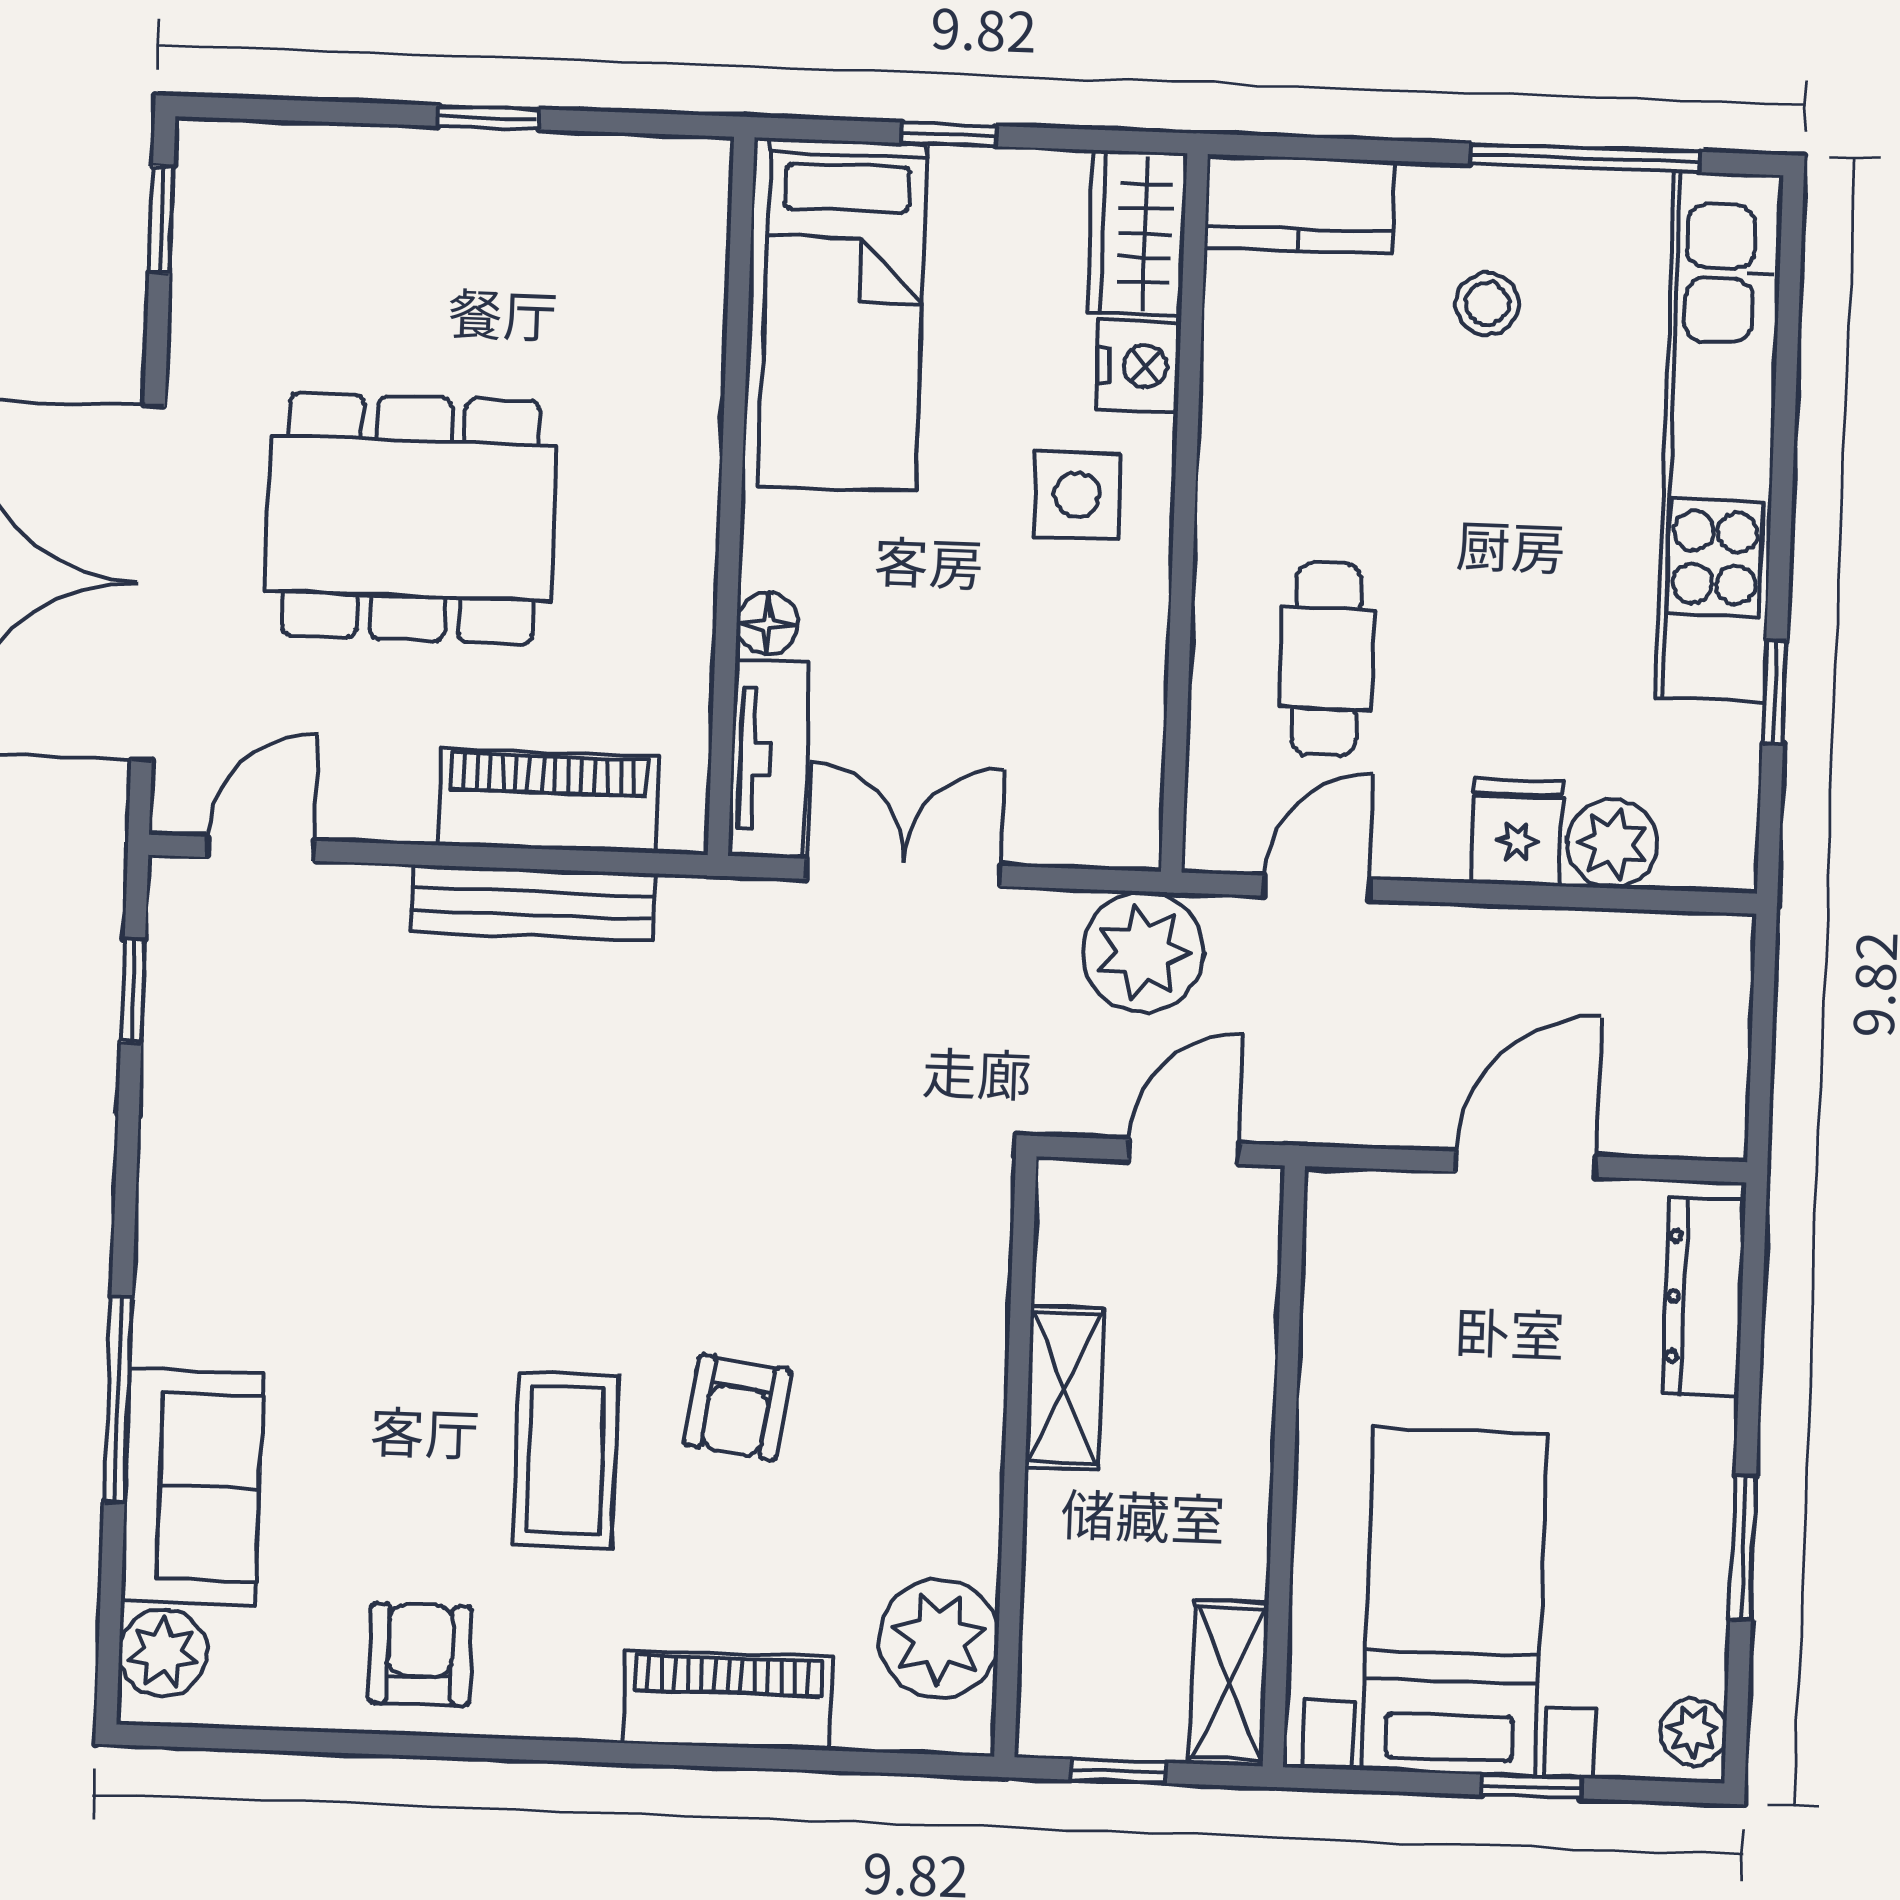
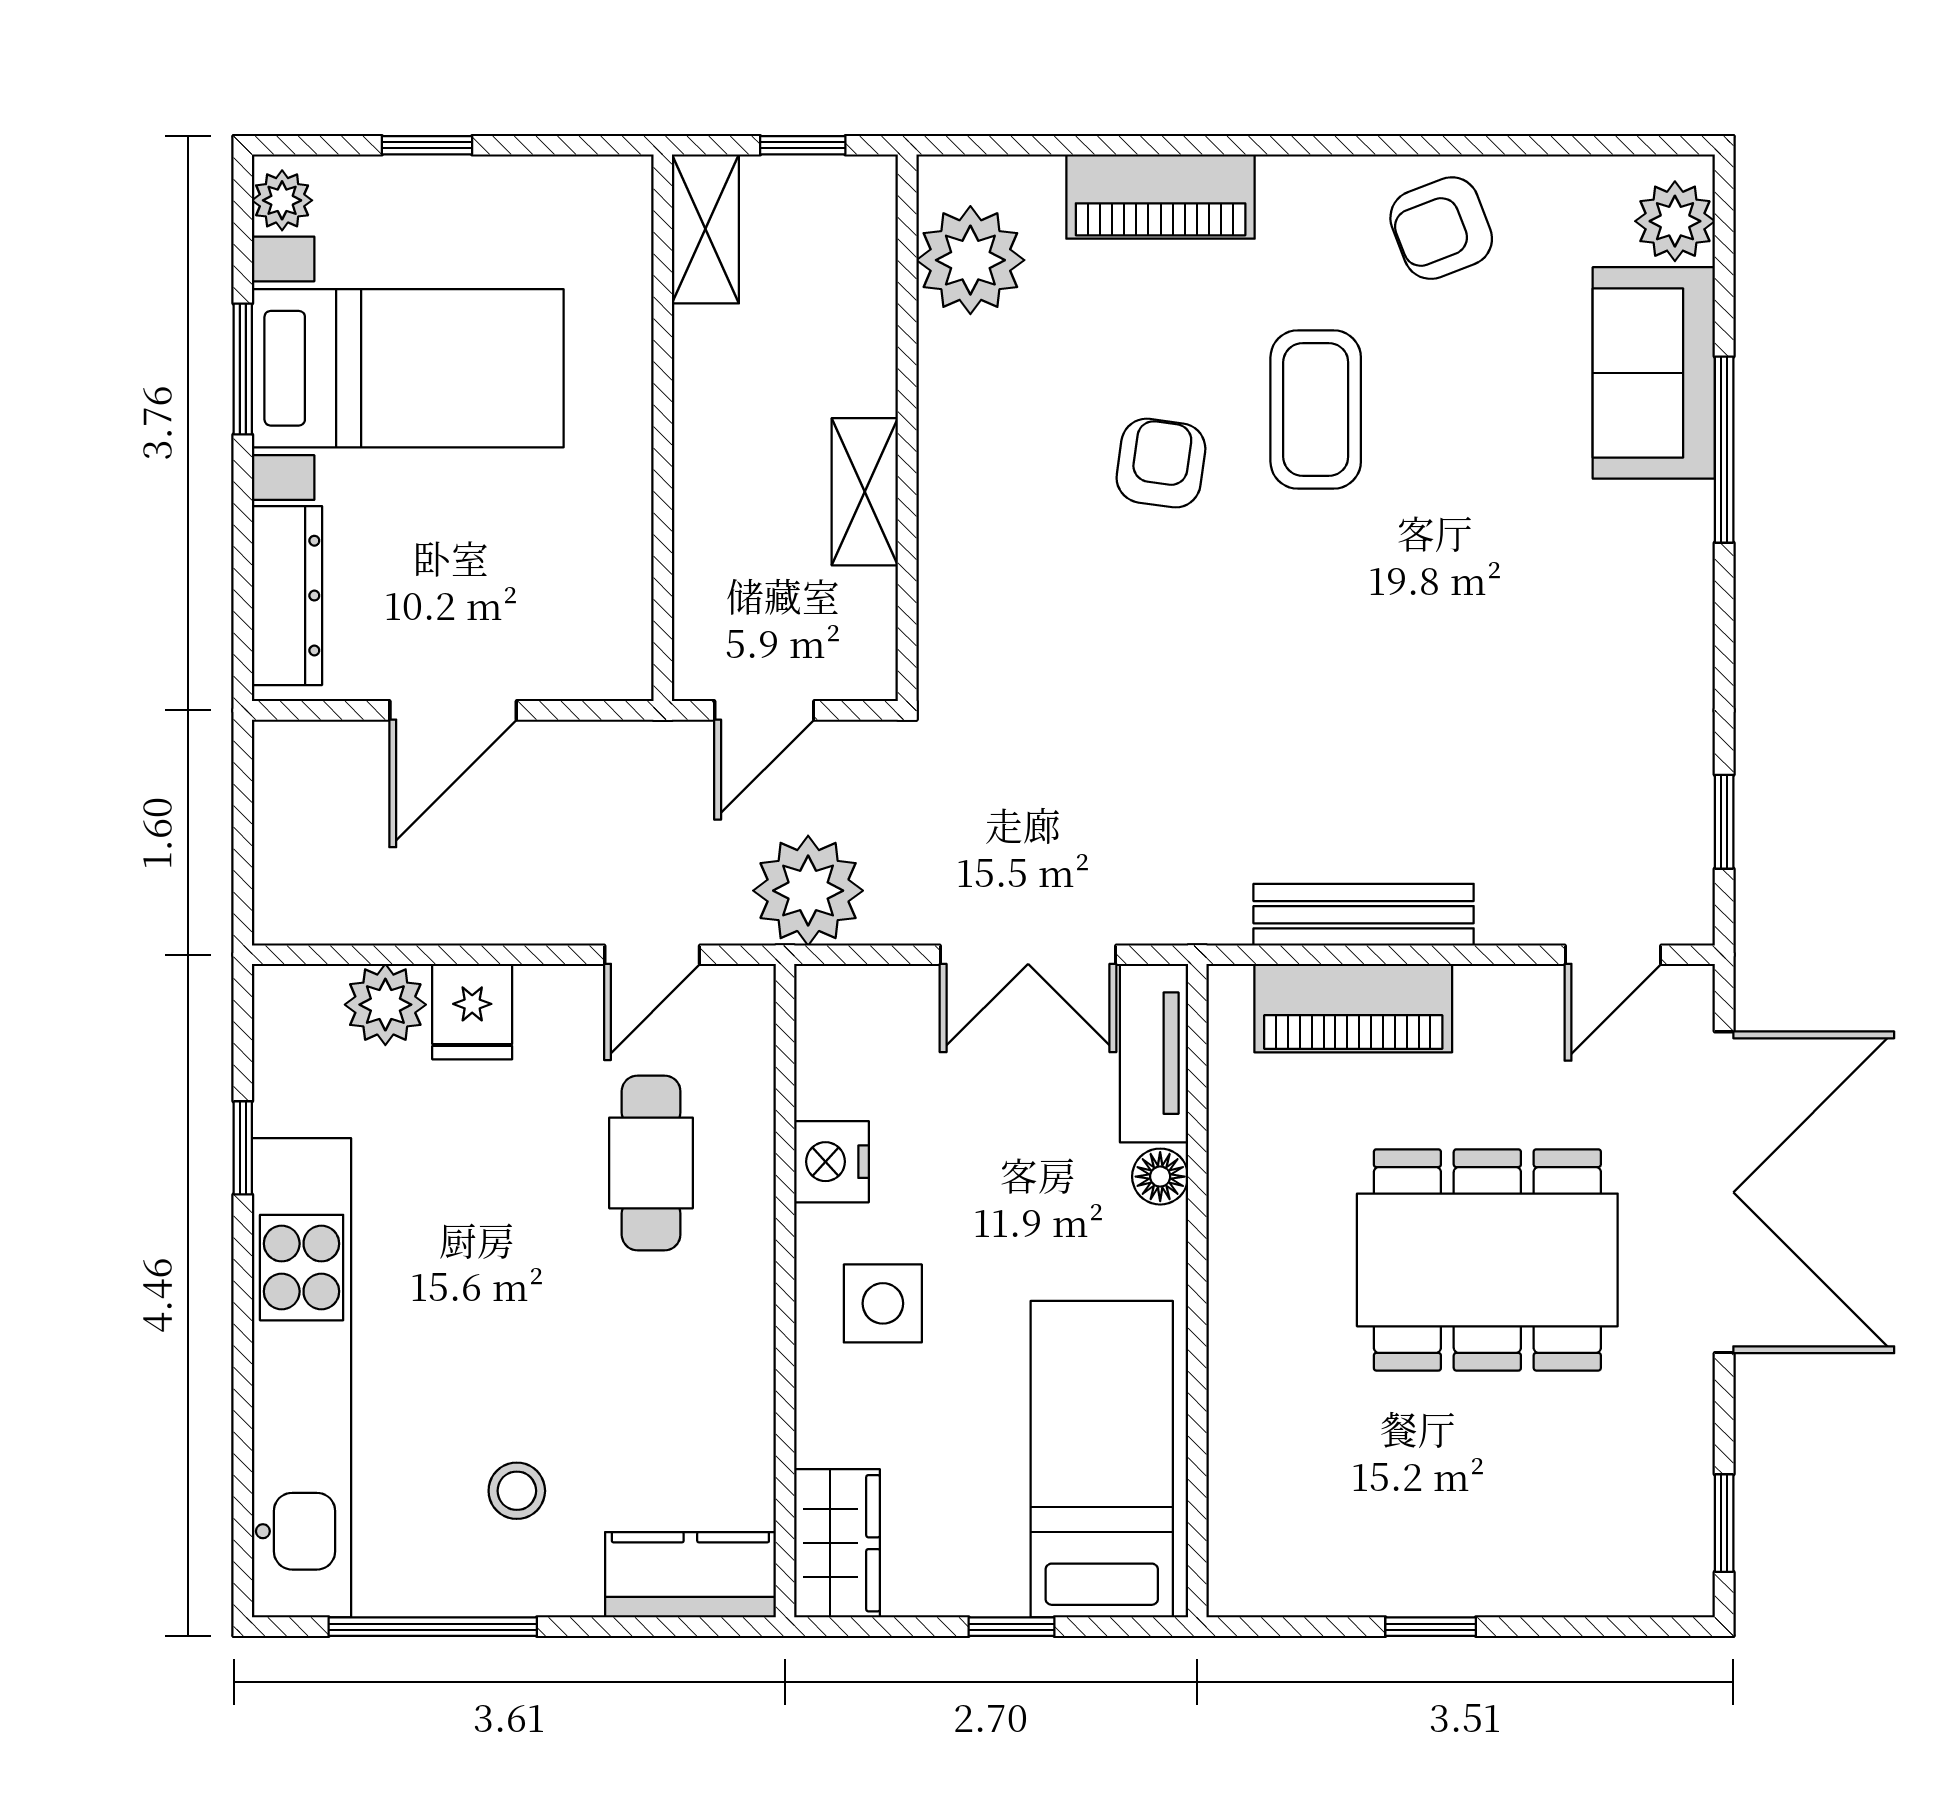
nightstand: (1139, 366) -> (831, 1162), moved
bed with nightstands: (1454, 1602) -> (408, 368), moved, turned -90
armchair: (420, 1655) -> (1441, 228), turned 69

